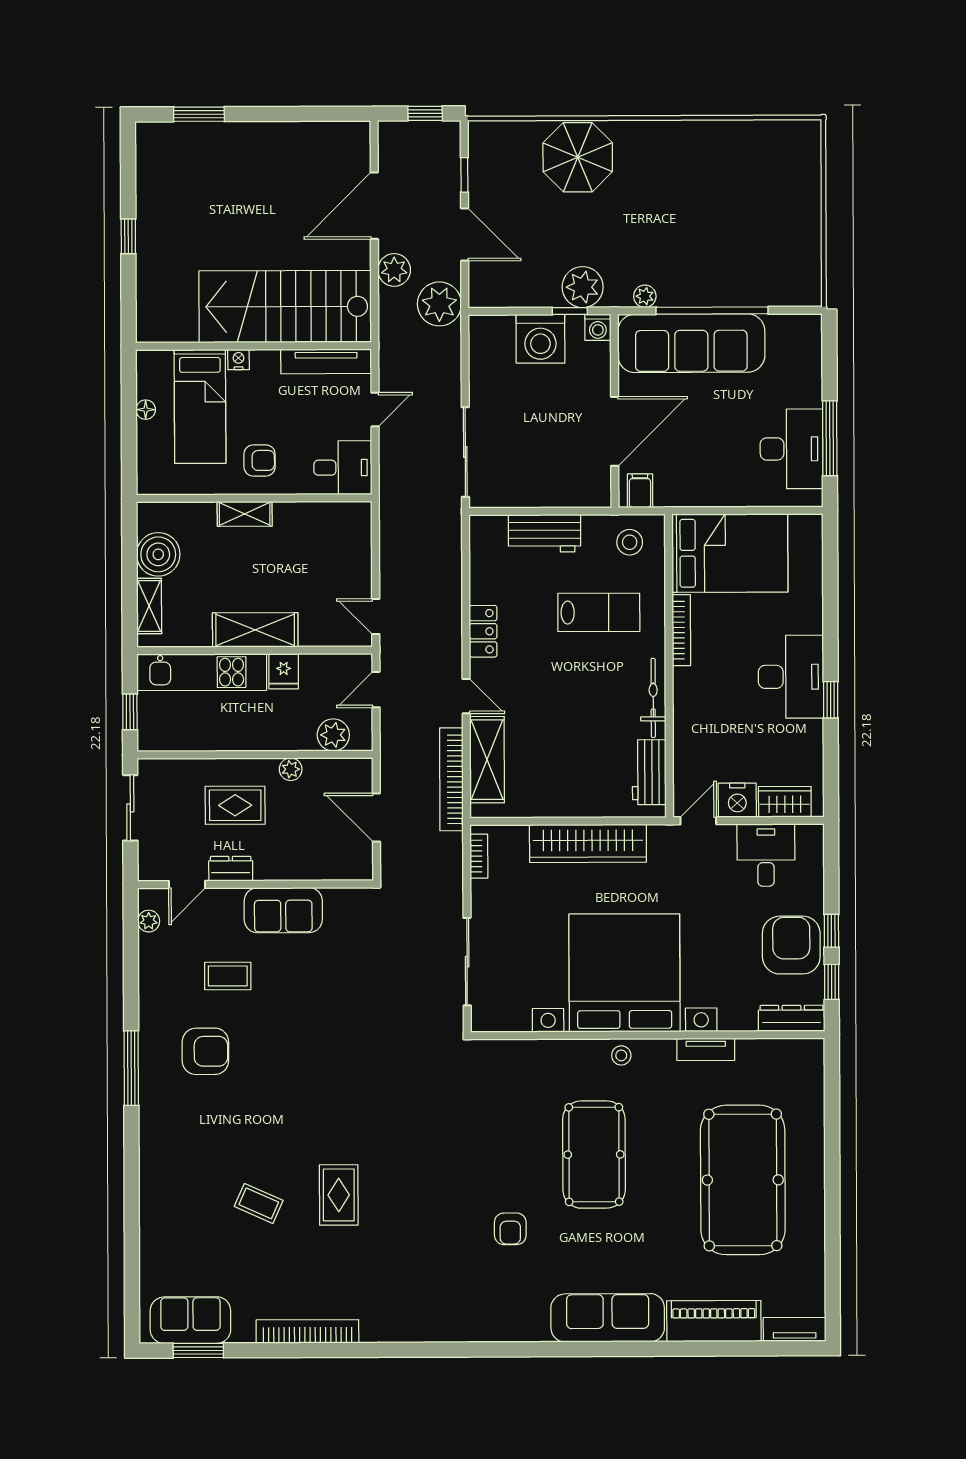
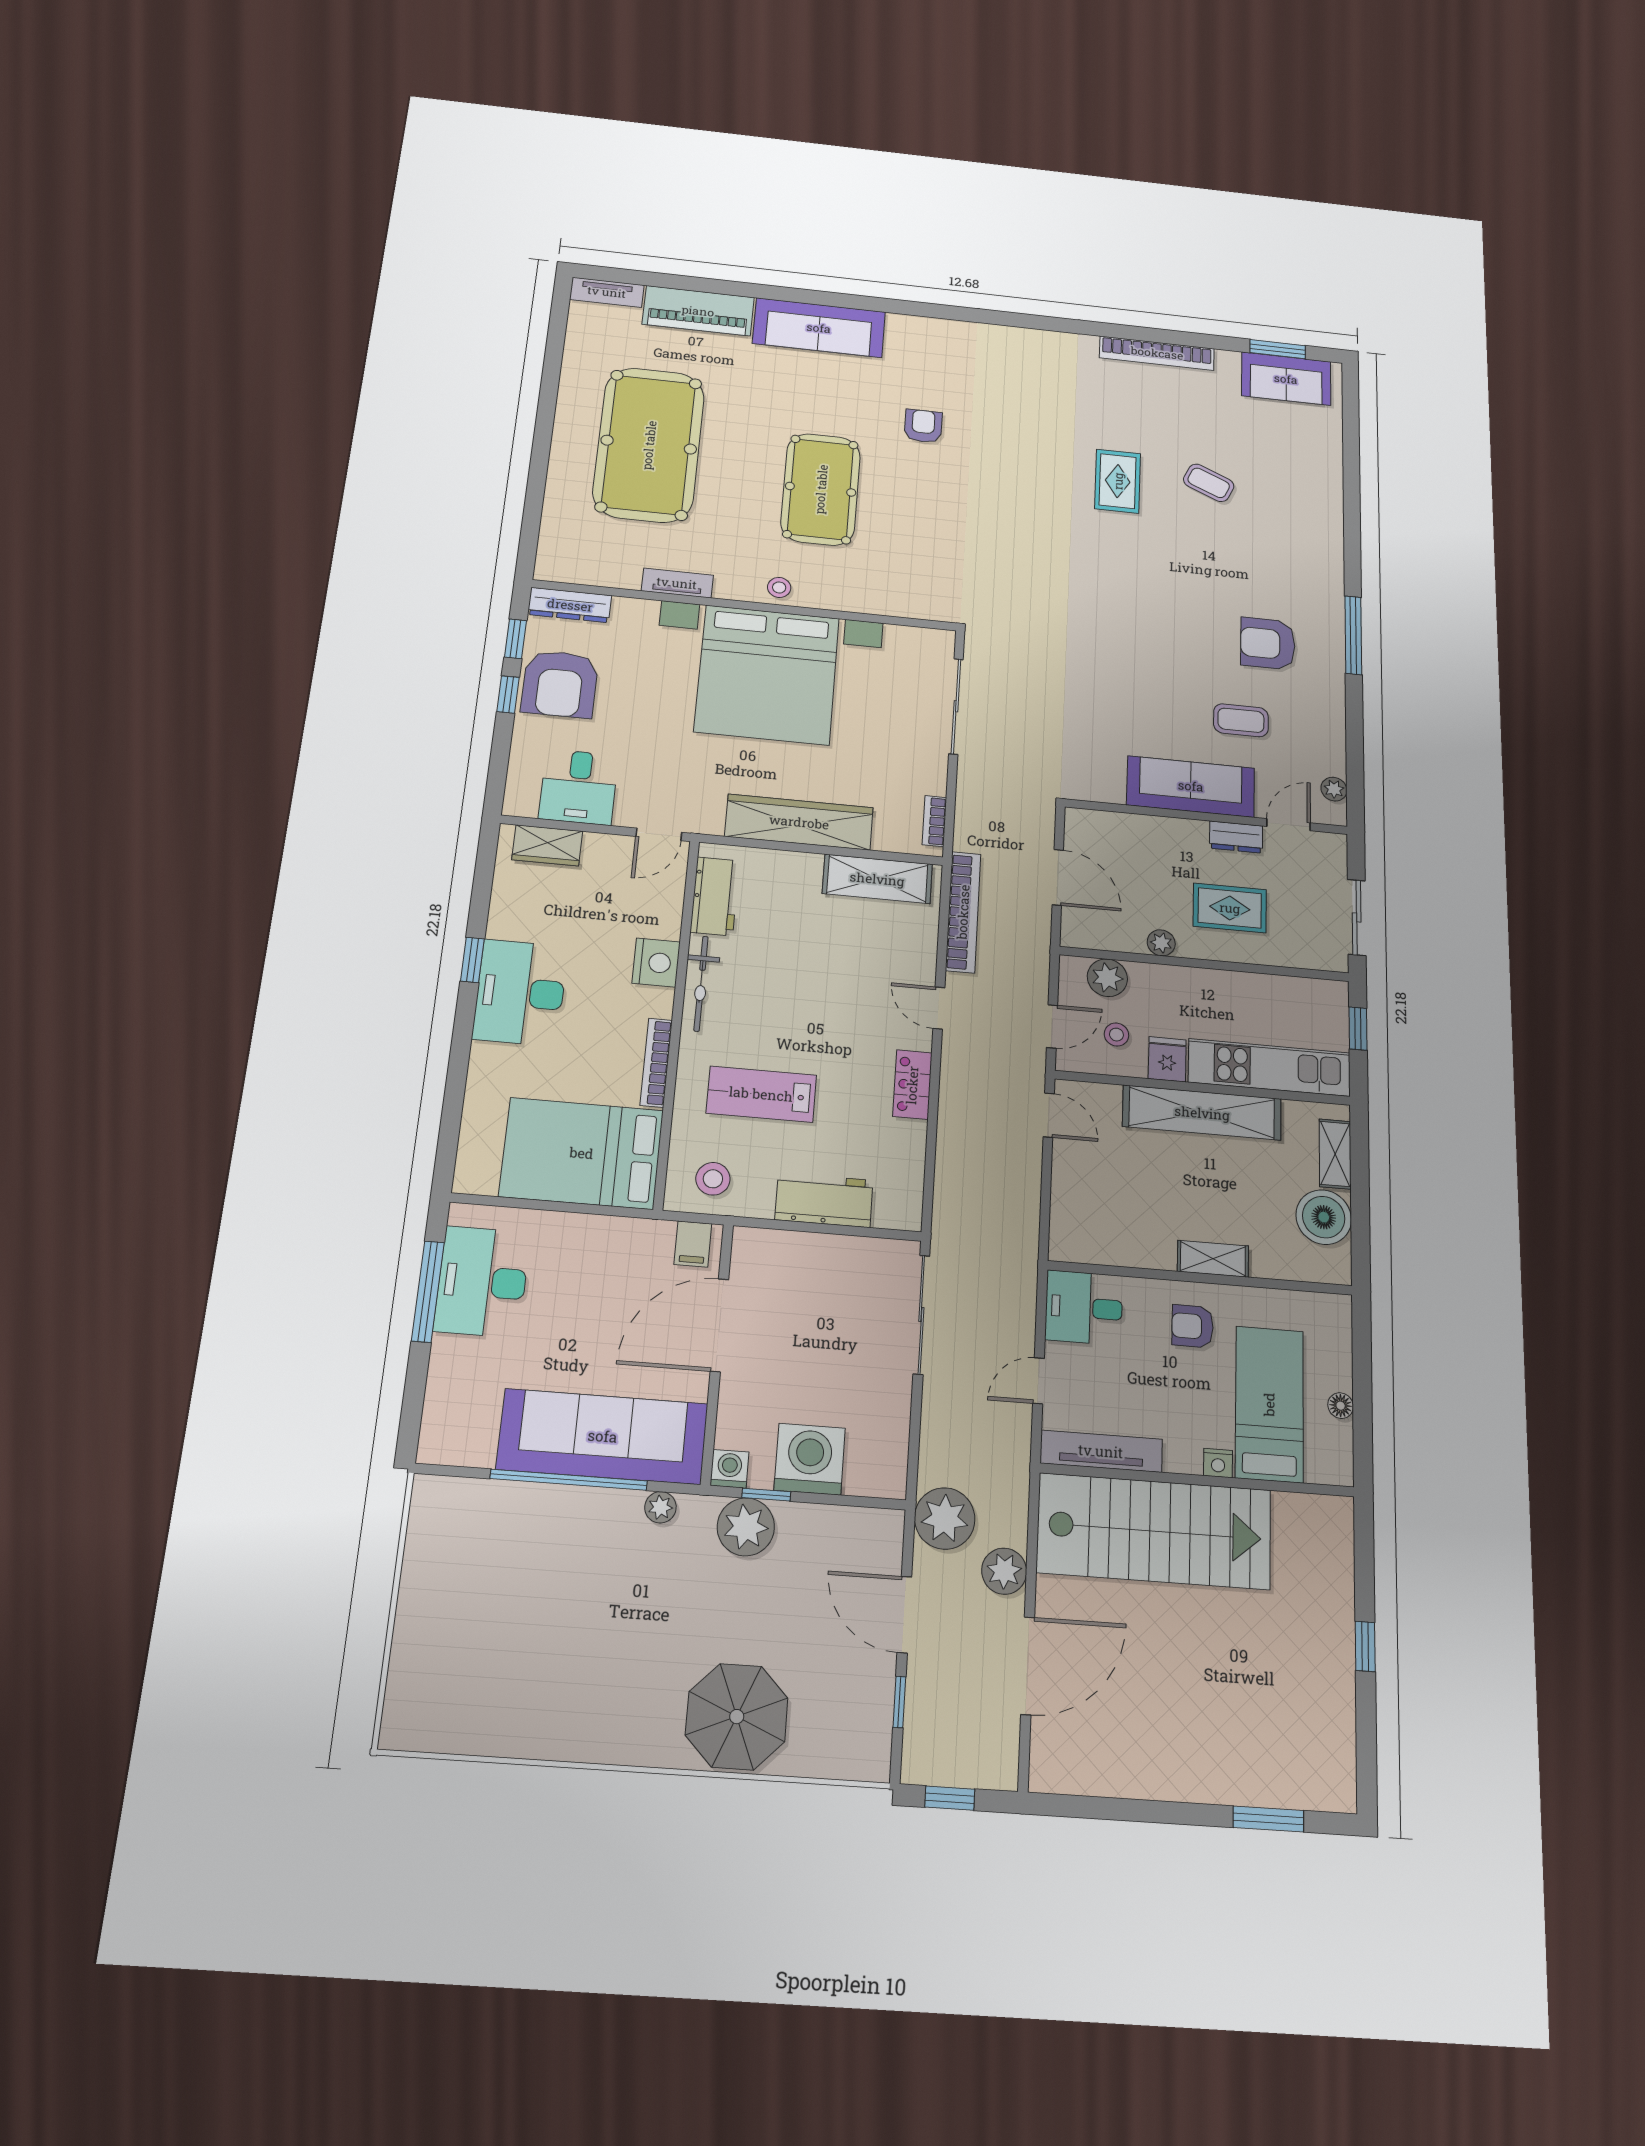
shelving: (255, 630) -> (1202, 1113), width x1.47
stool: (325, 688) -> (1116, 1035), added
shelving: (487, 760) -> (877, 879), moved, turned 90
nightstand: (737, 800) -> (656, 963), moved, turned 90
sofa: (283, 910) -> (1191, 786), width x1.36

